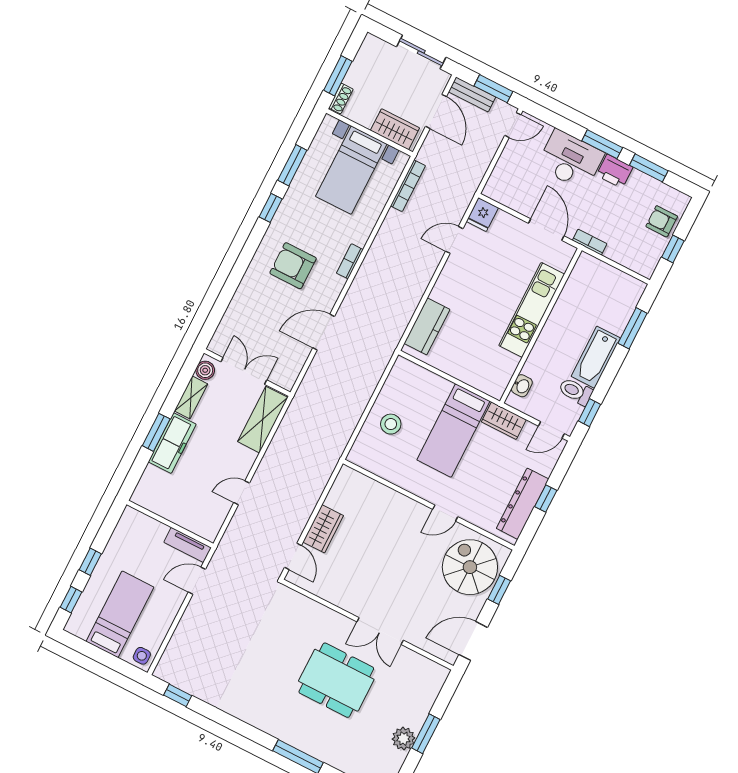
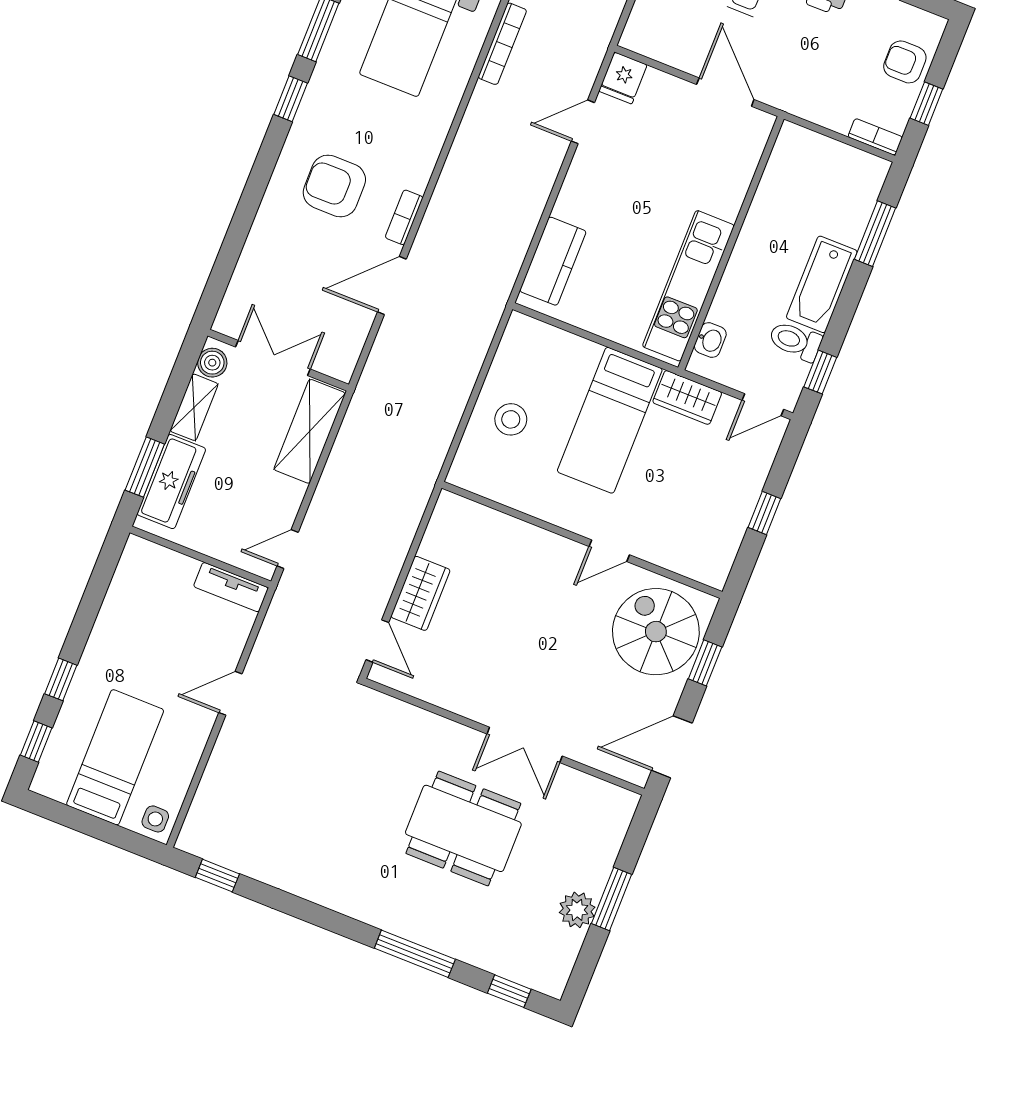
bookcase: (590, 242) -> (875, 137), moved
bookcase: (350, 261) -> (404, 217), moved
kitchen unit: (532, 310) -> (688, 286), moved
dresser: (522, 504) -> (729, 525), removed
wall: (170, 524) -> (200, 557), moved
tv unit: (188, 545) -> (231, 587), moved

